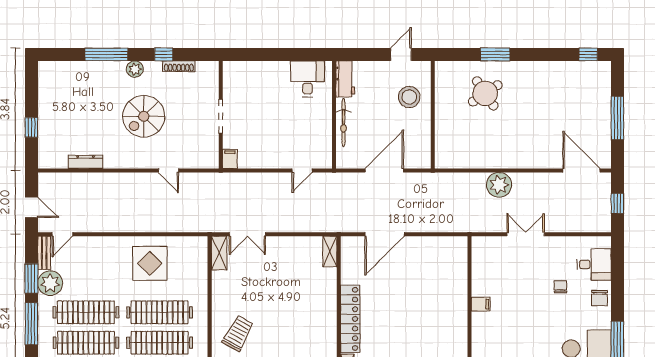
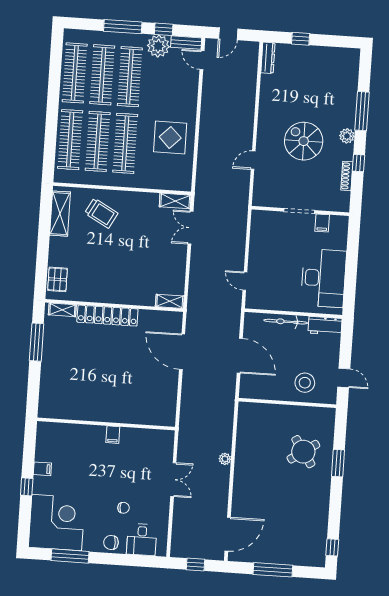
desk: (307, 79) -> (323, 278), width x1.87, depth x1.30
filing cabinet: (230, 159) -> (322, 223), moved, turned 90
dresser: (85, 162) -> (268, 58), moved
plant: (499, 185) -> (225, 459), width x0.53, depth x0.53
window: (31, 279) -> (164, 29), width x0.67

